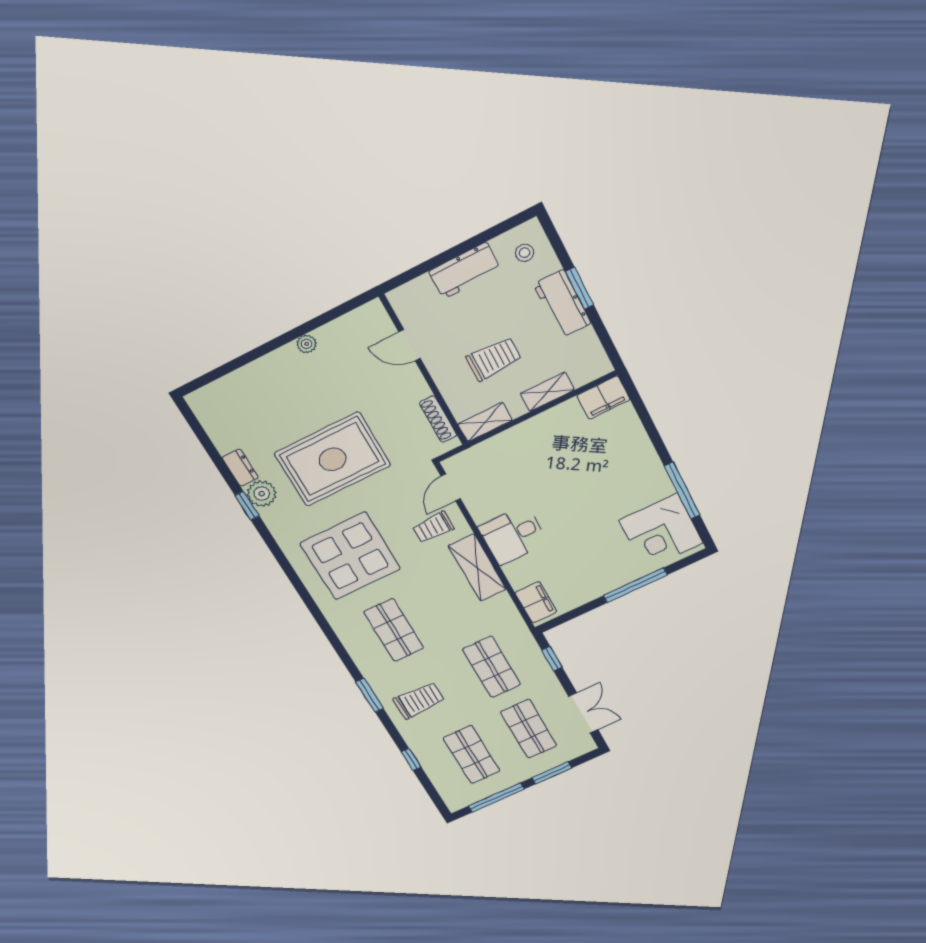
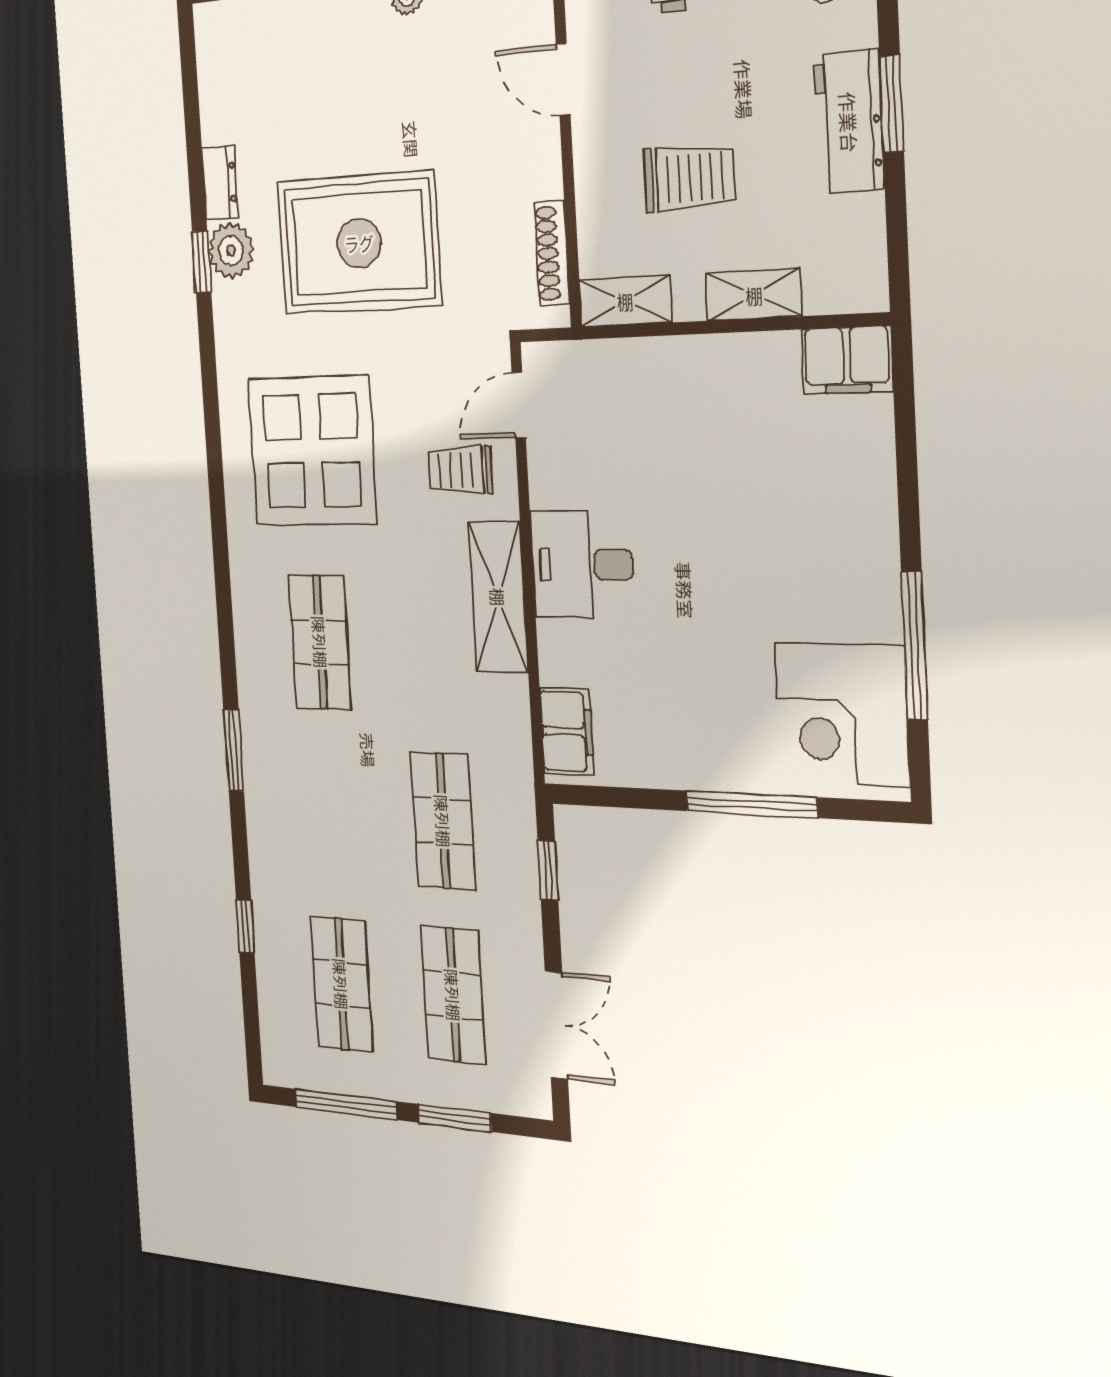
trolley: (419, 700) -> (303, 813), removed

